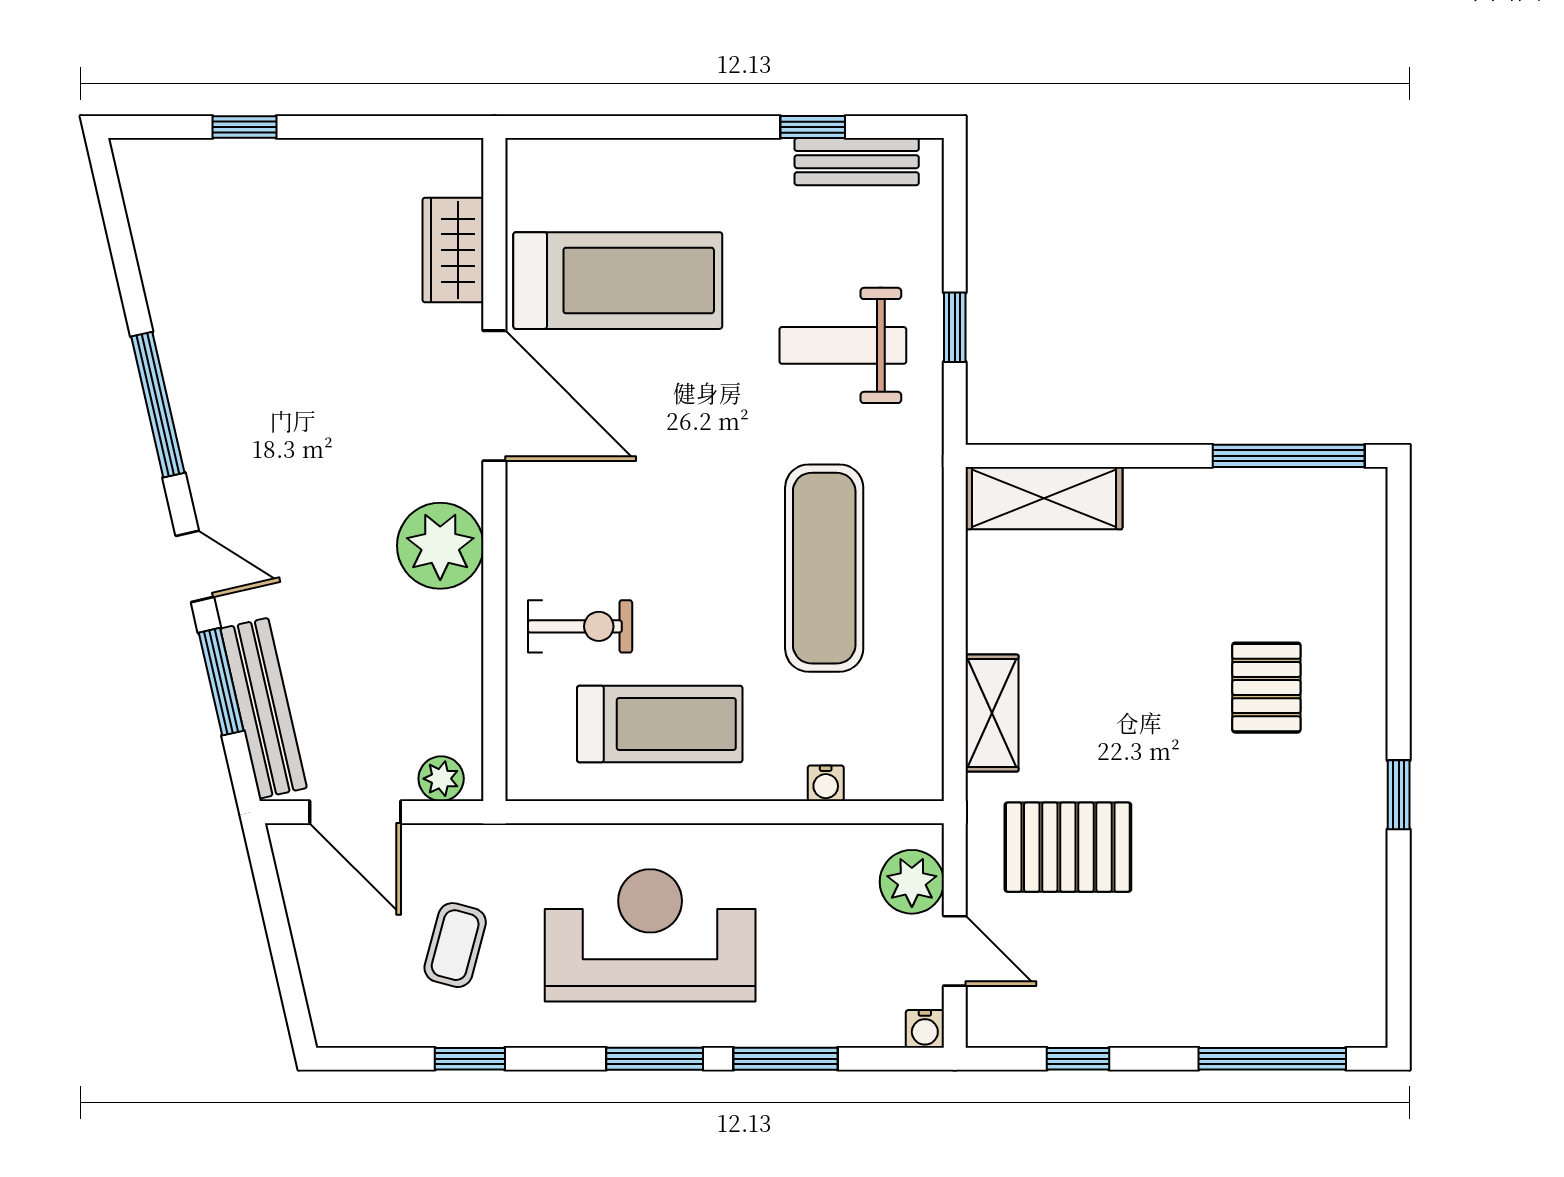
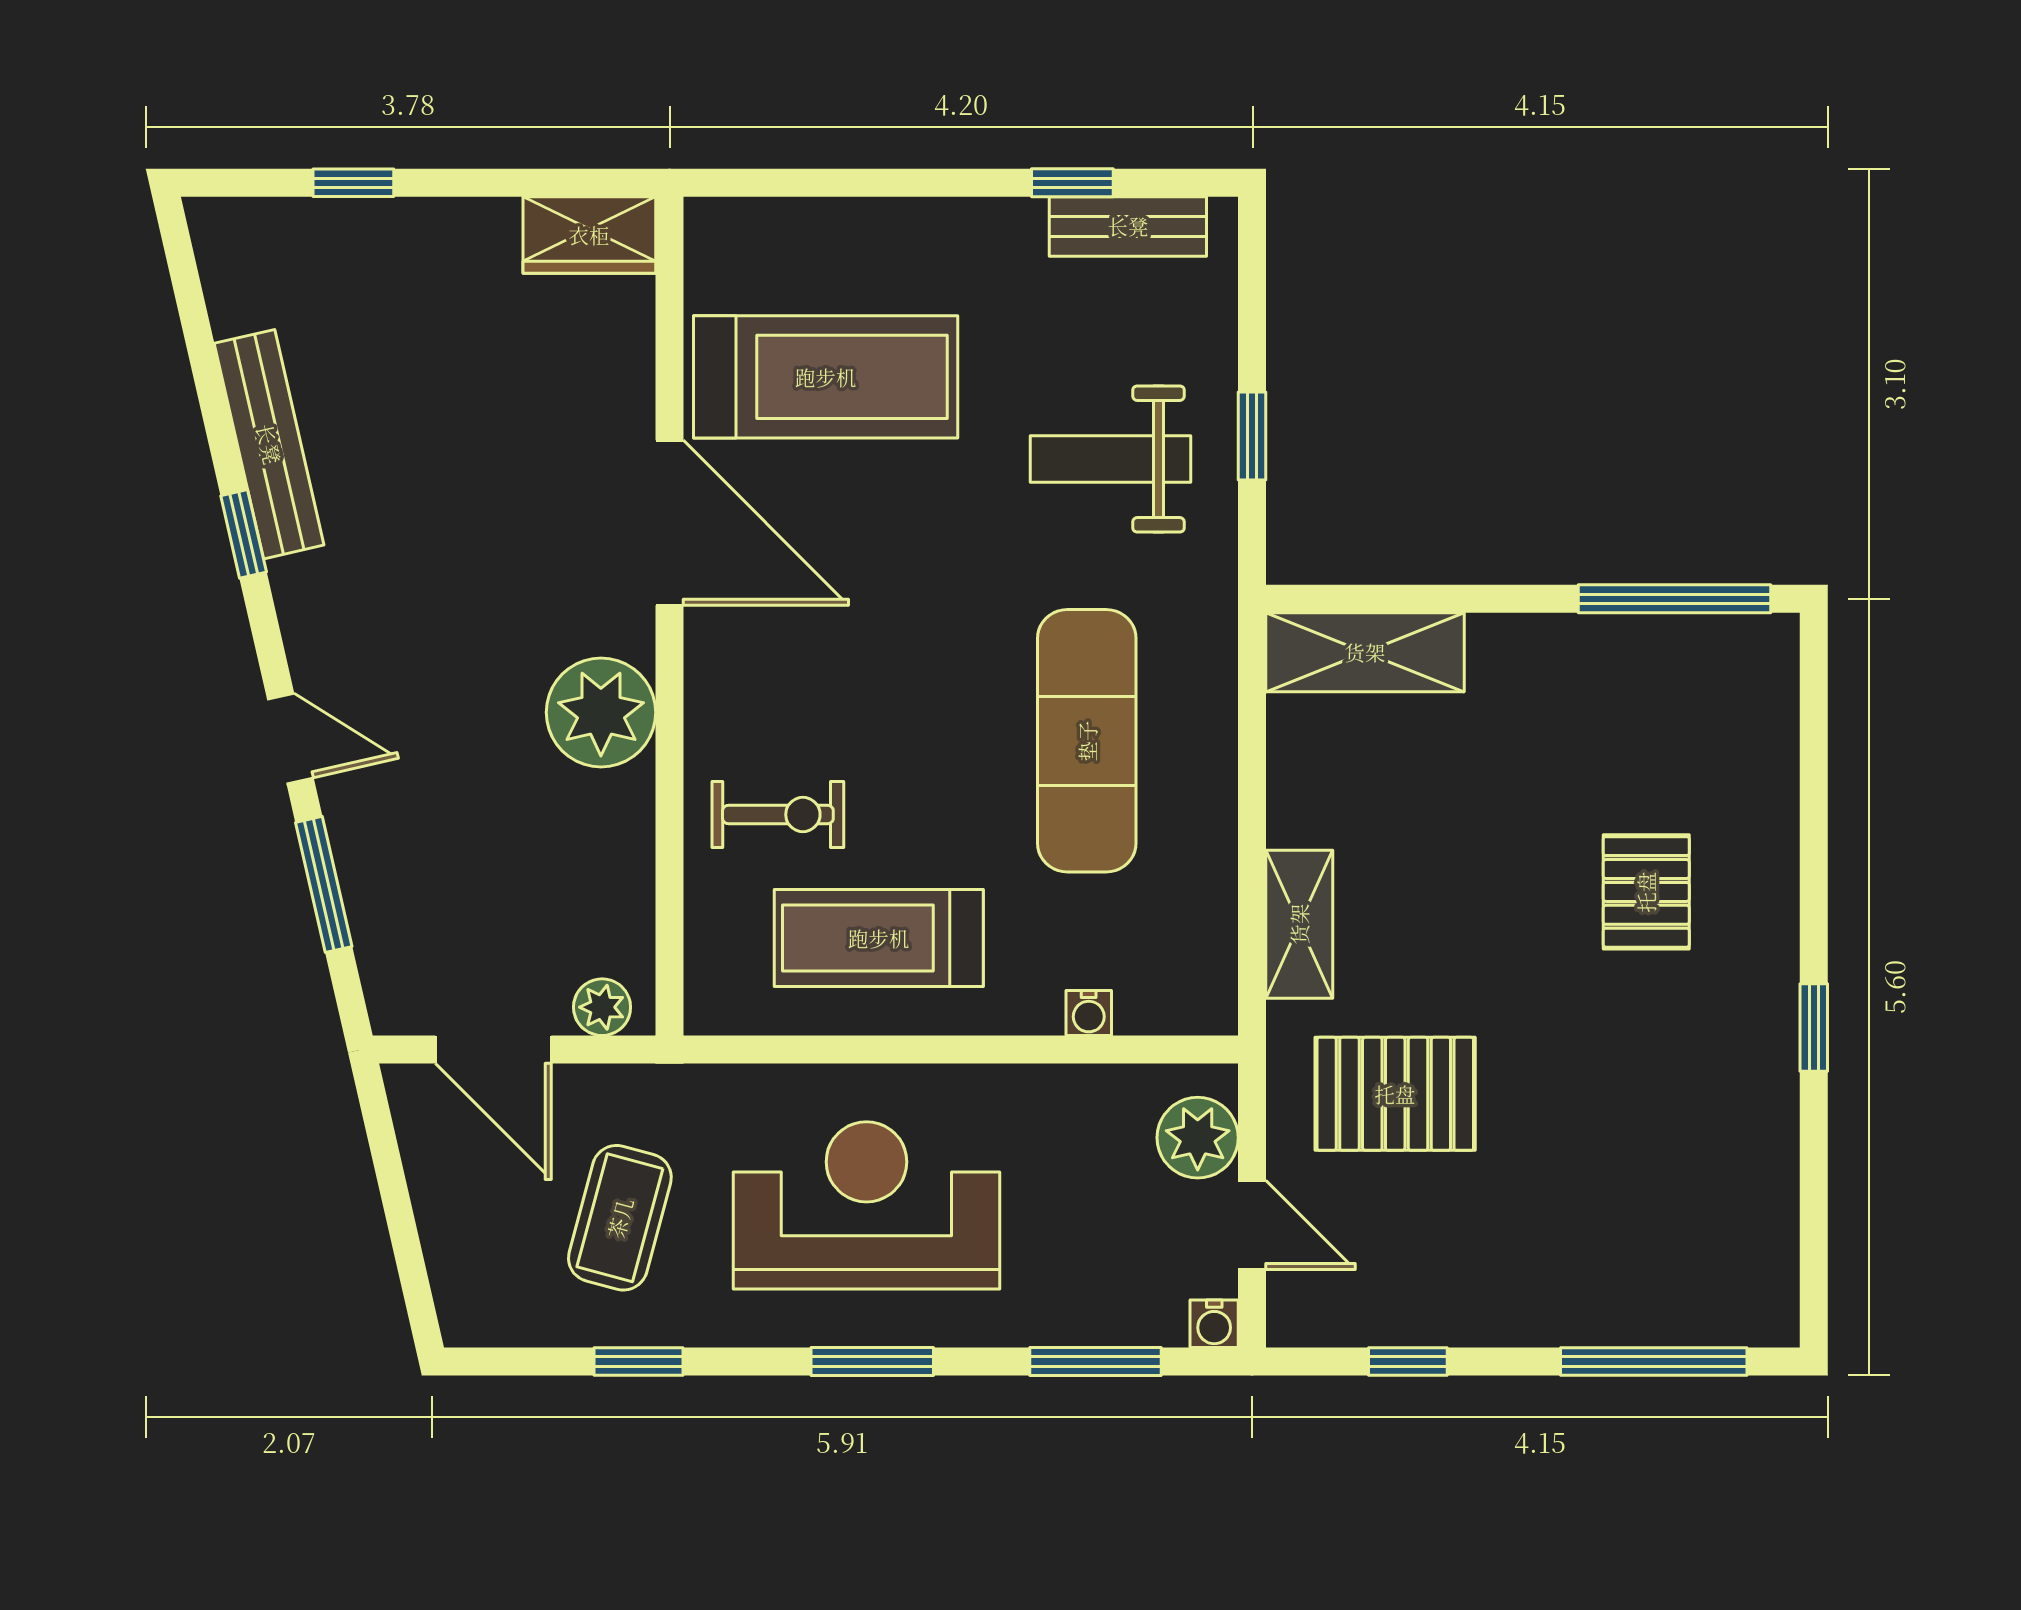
wardrobe: (453, 250) -> (589, 235), moved, turned -90
window: (158, 405) -> (244, 534), width x0.46
bench: (264, 708) -> (269, 444), moved
treadmill: (660, 724) -> (879, 938), turned 180
coffee table: (455, 945) -> (620, 1218), width x1.36, depth x1.30
window: (785, 1059) -> (1096, 1362), moved

